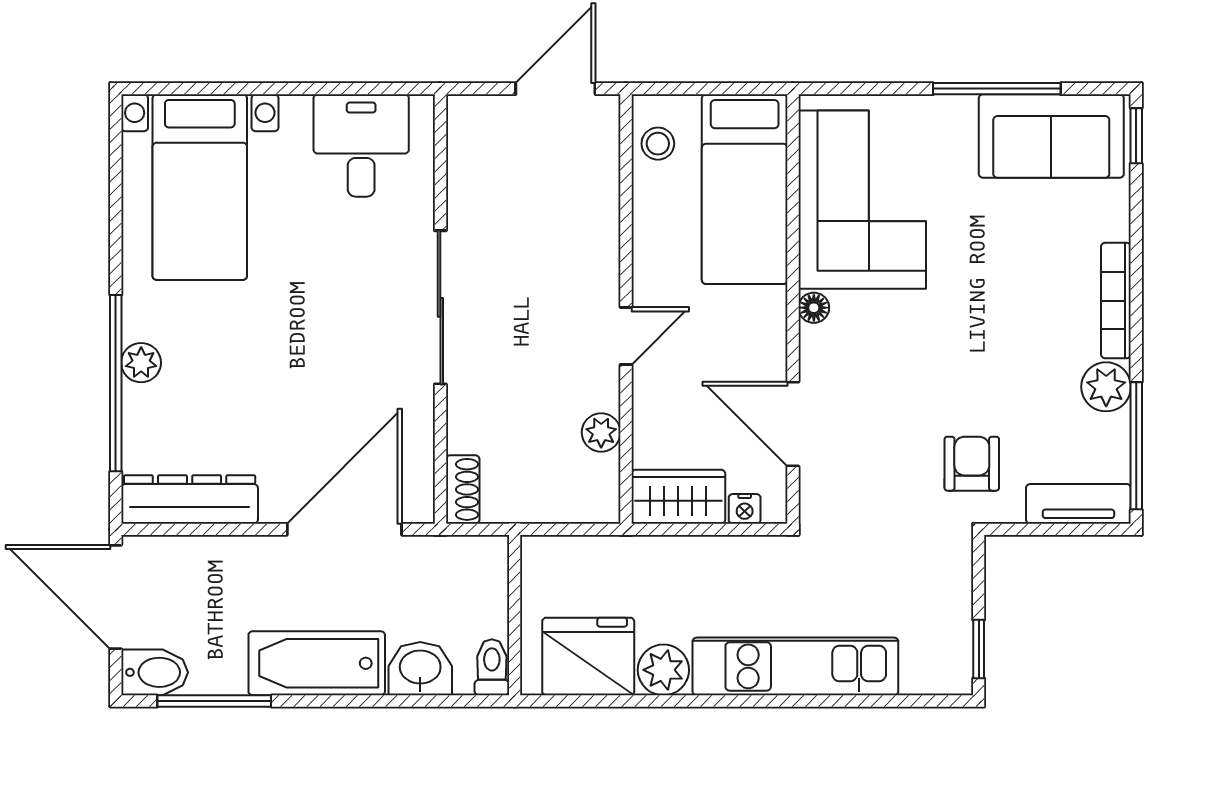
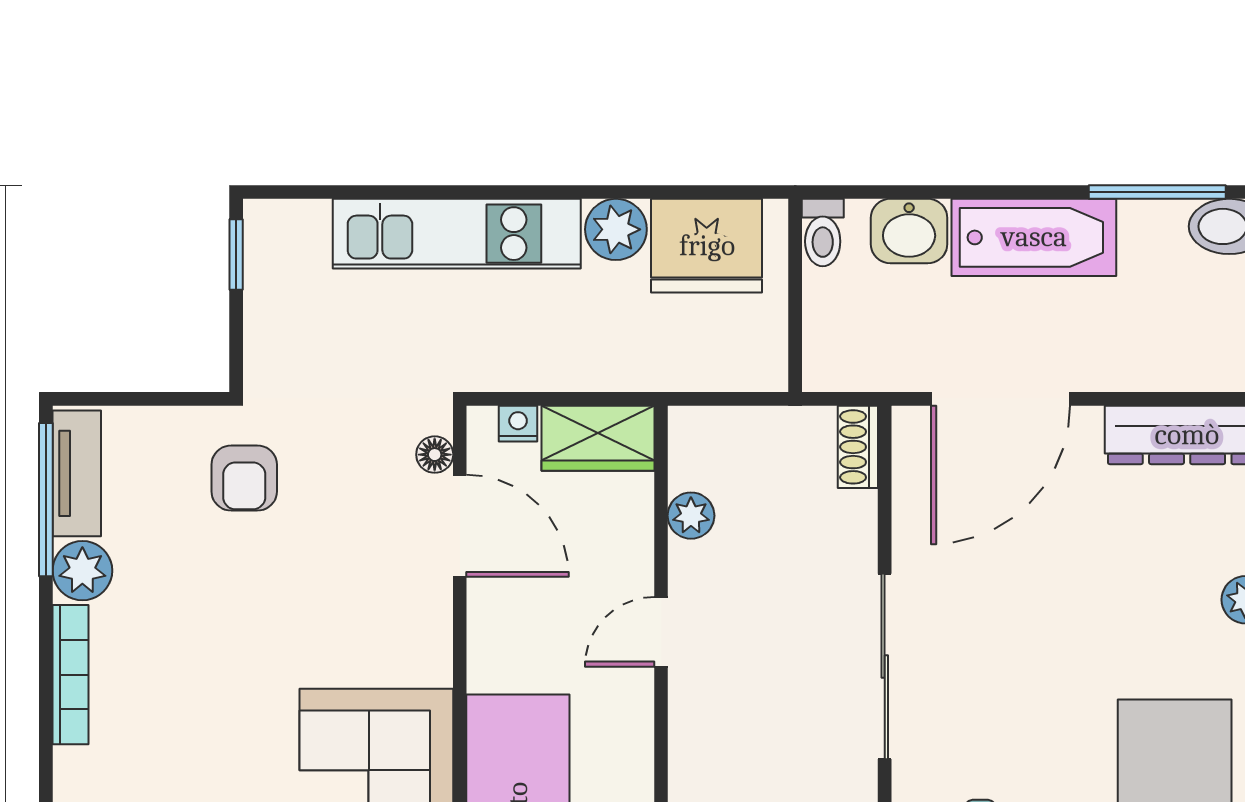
floor lamp: (814, 308) -> (435, 455), moved
tv unit: (1078, 504) -> (77, 473), moved, turned -90

